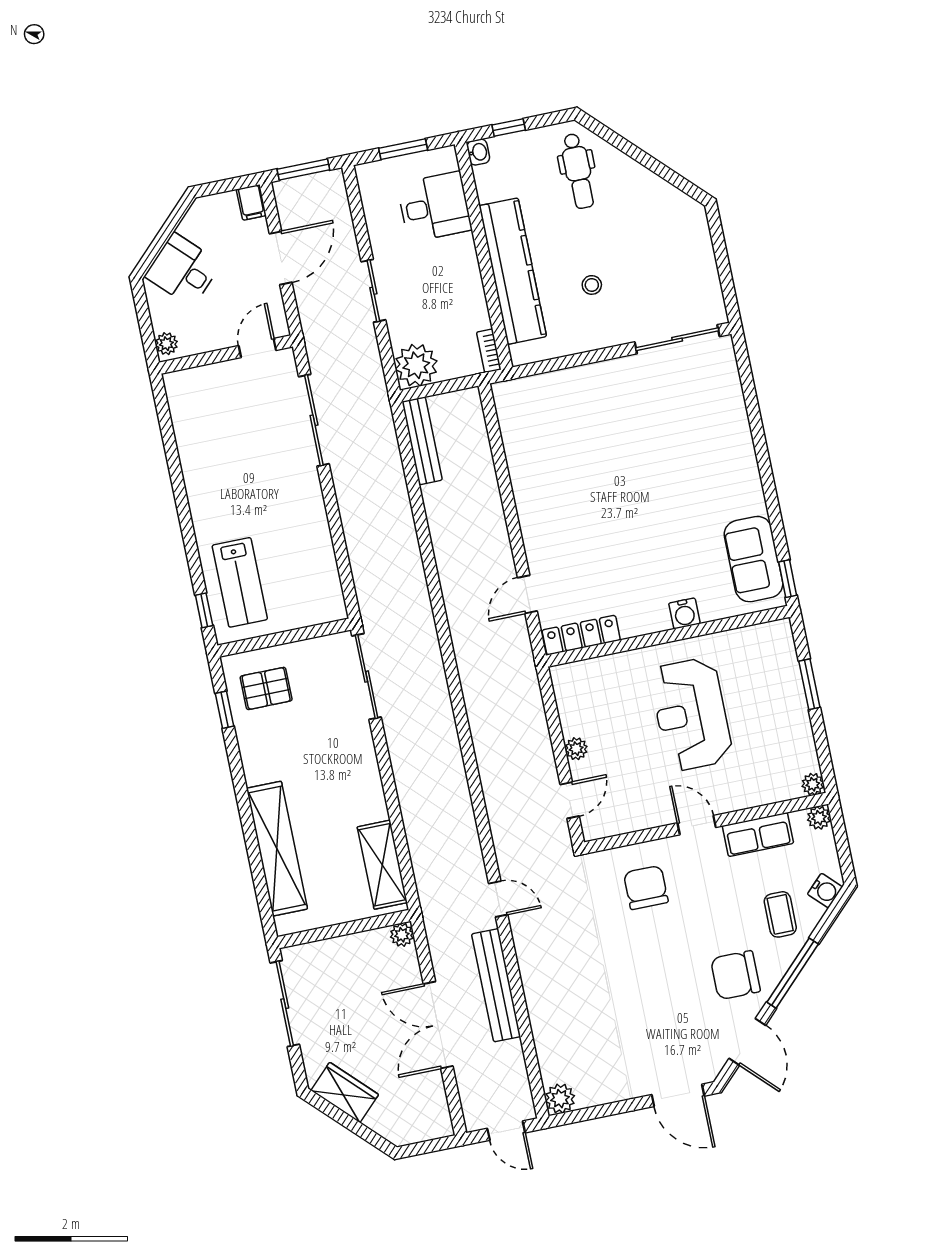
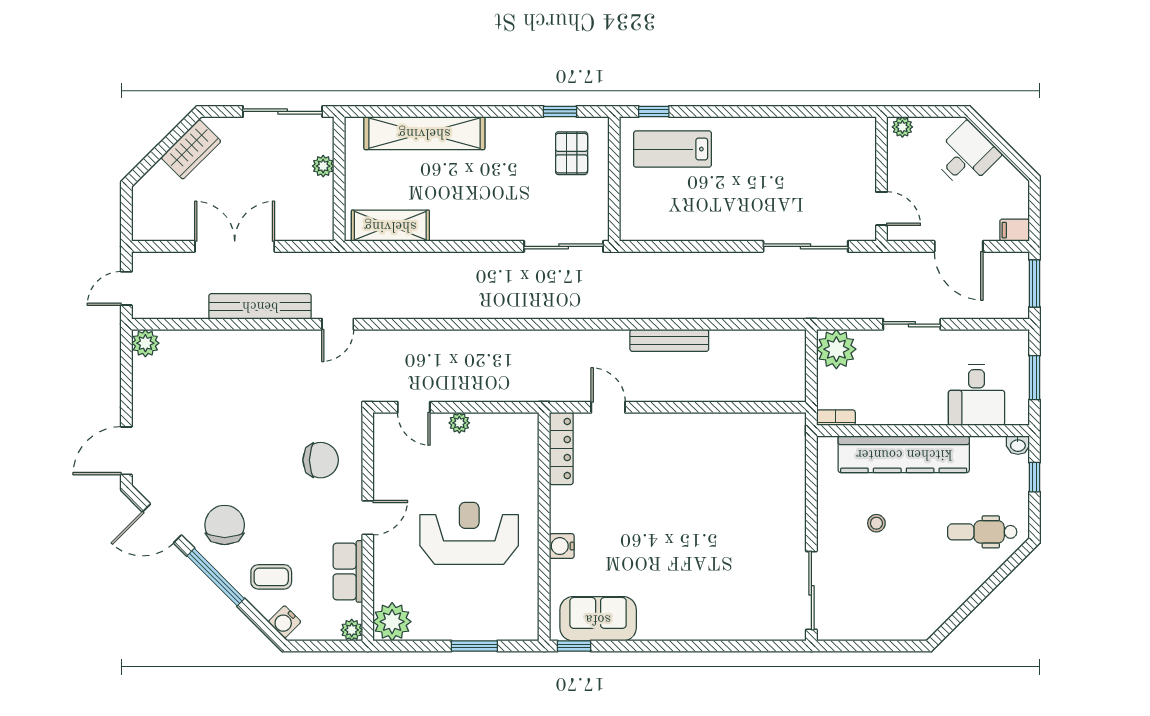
bench: (422, 441) -> (669, 340), moved
plant: (813, 784) -> (392, 622), width x1.88, depth x1.88
plant: (402, 935) -> (323, 166), moved

